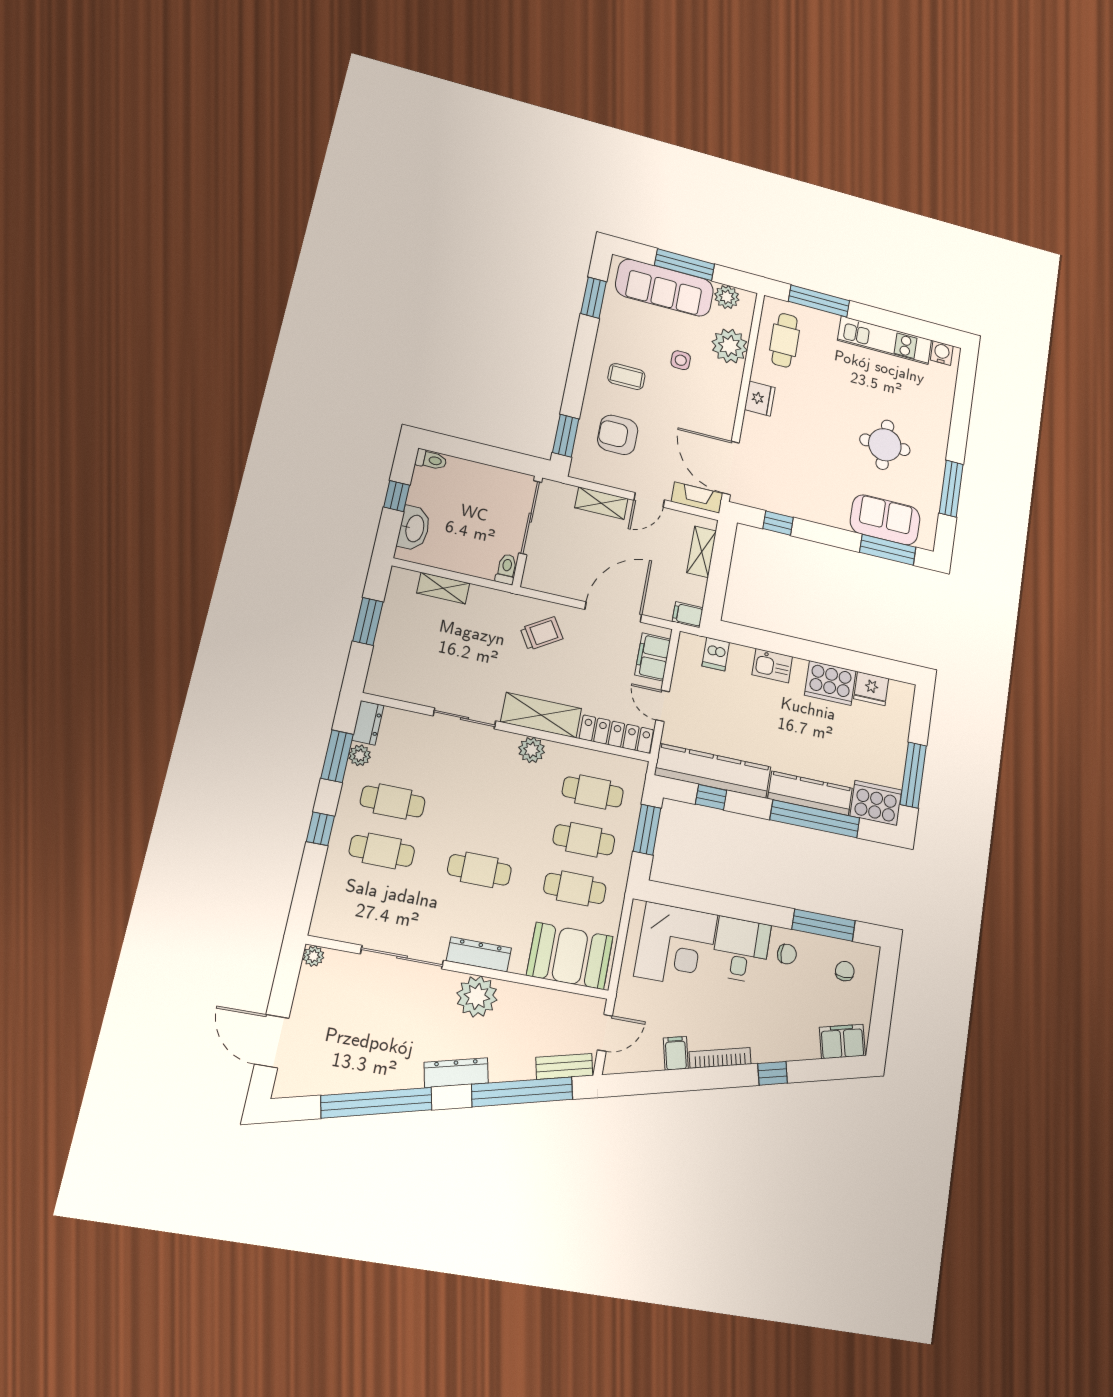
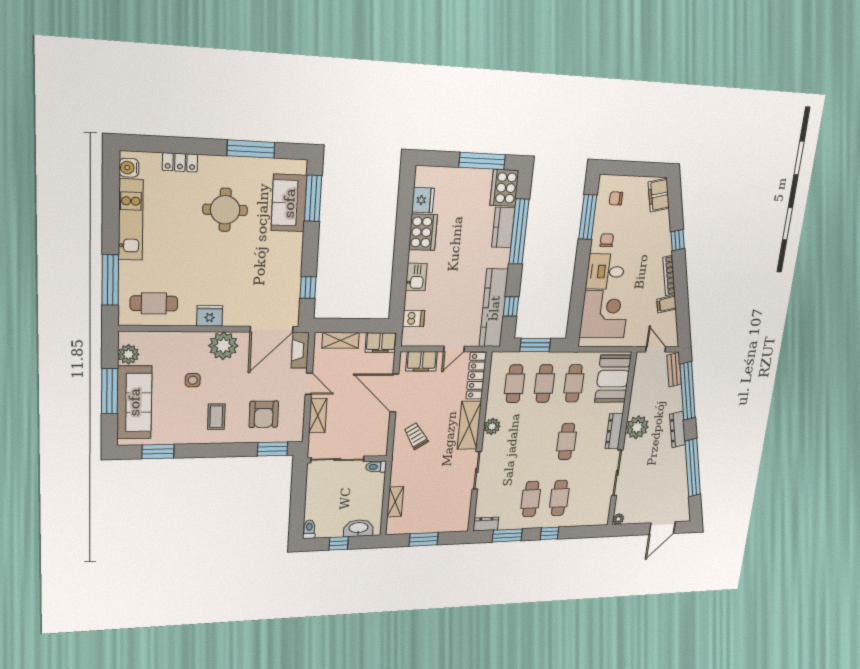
plant: (730, 346) -> (223, 346), moved
locker: (943, 408) -> (180, 162), added
filing cabinet: (688, 615) -> (381, 343), width x2.00
plant: (360, 755) -> (506, 524), removed
kitchen counter: (810, 793) -> (503, 227), width x0.67

